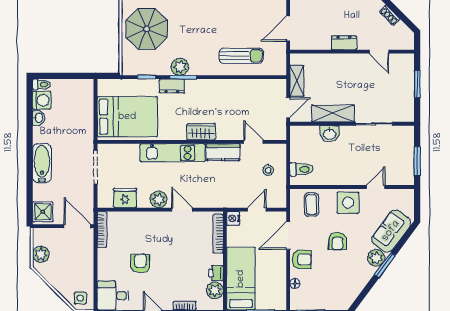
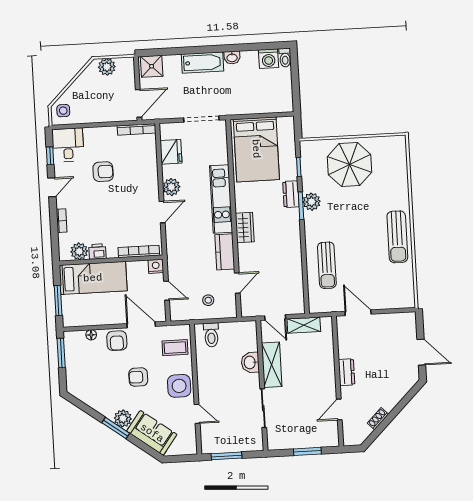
washbasin: (39, 118) -> (232, 57), moved

